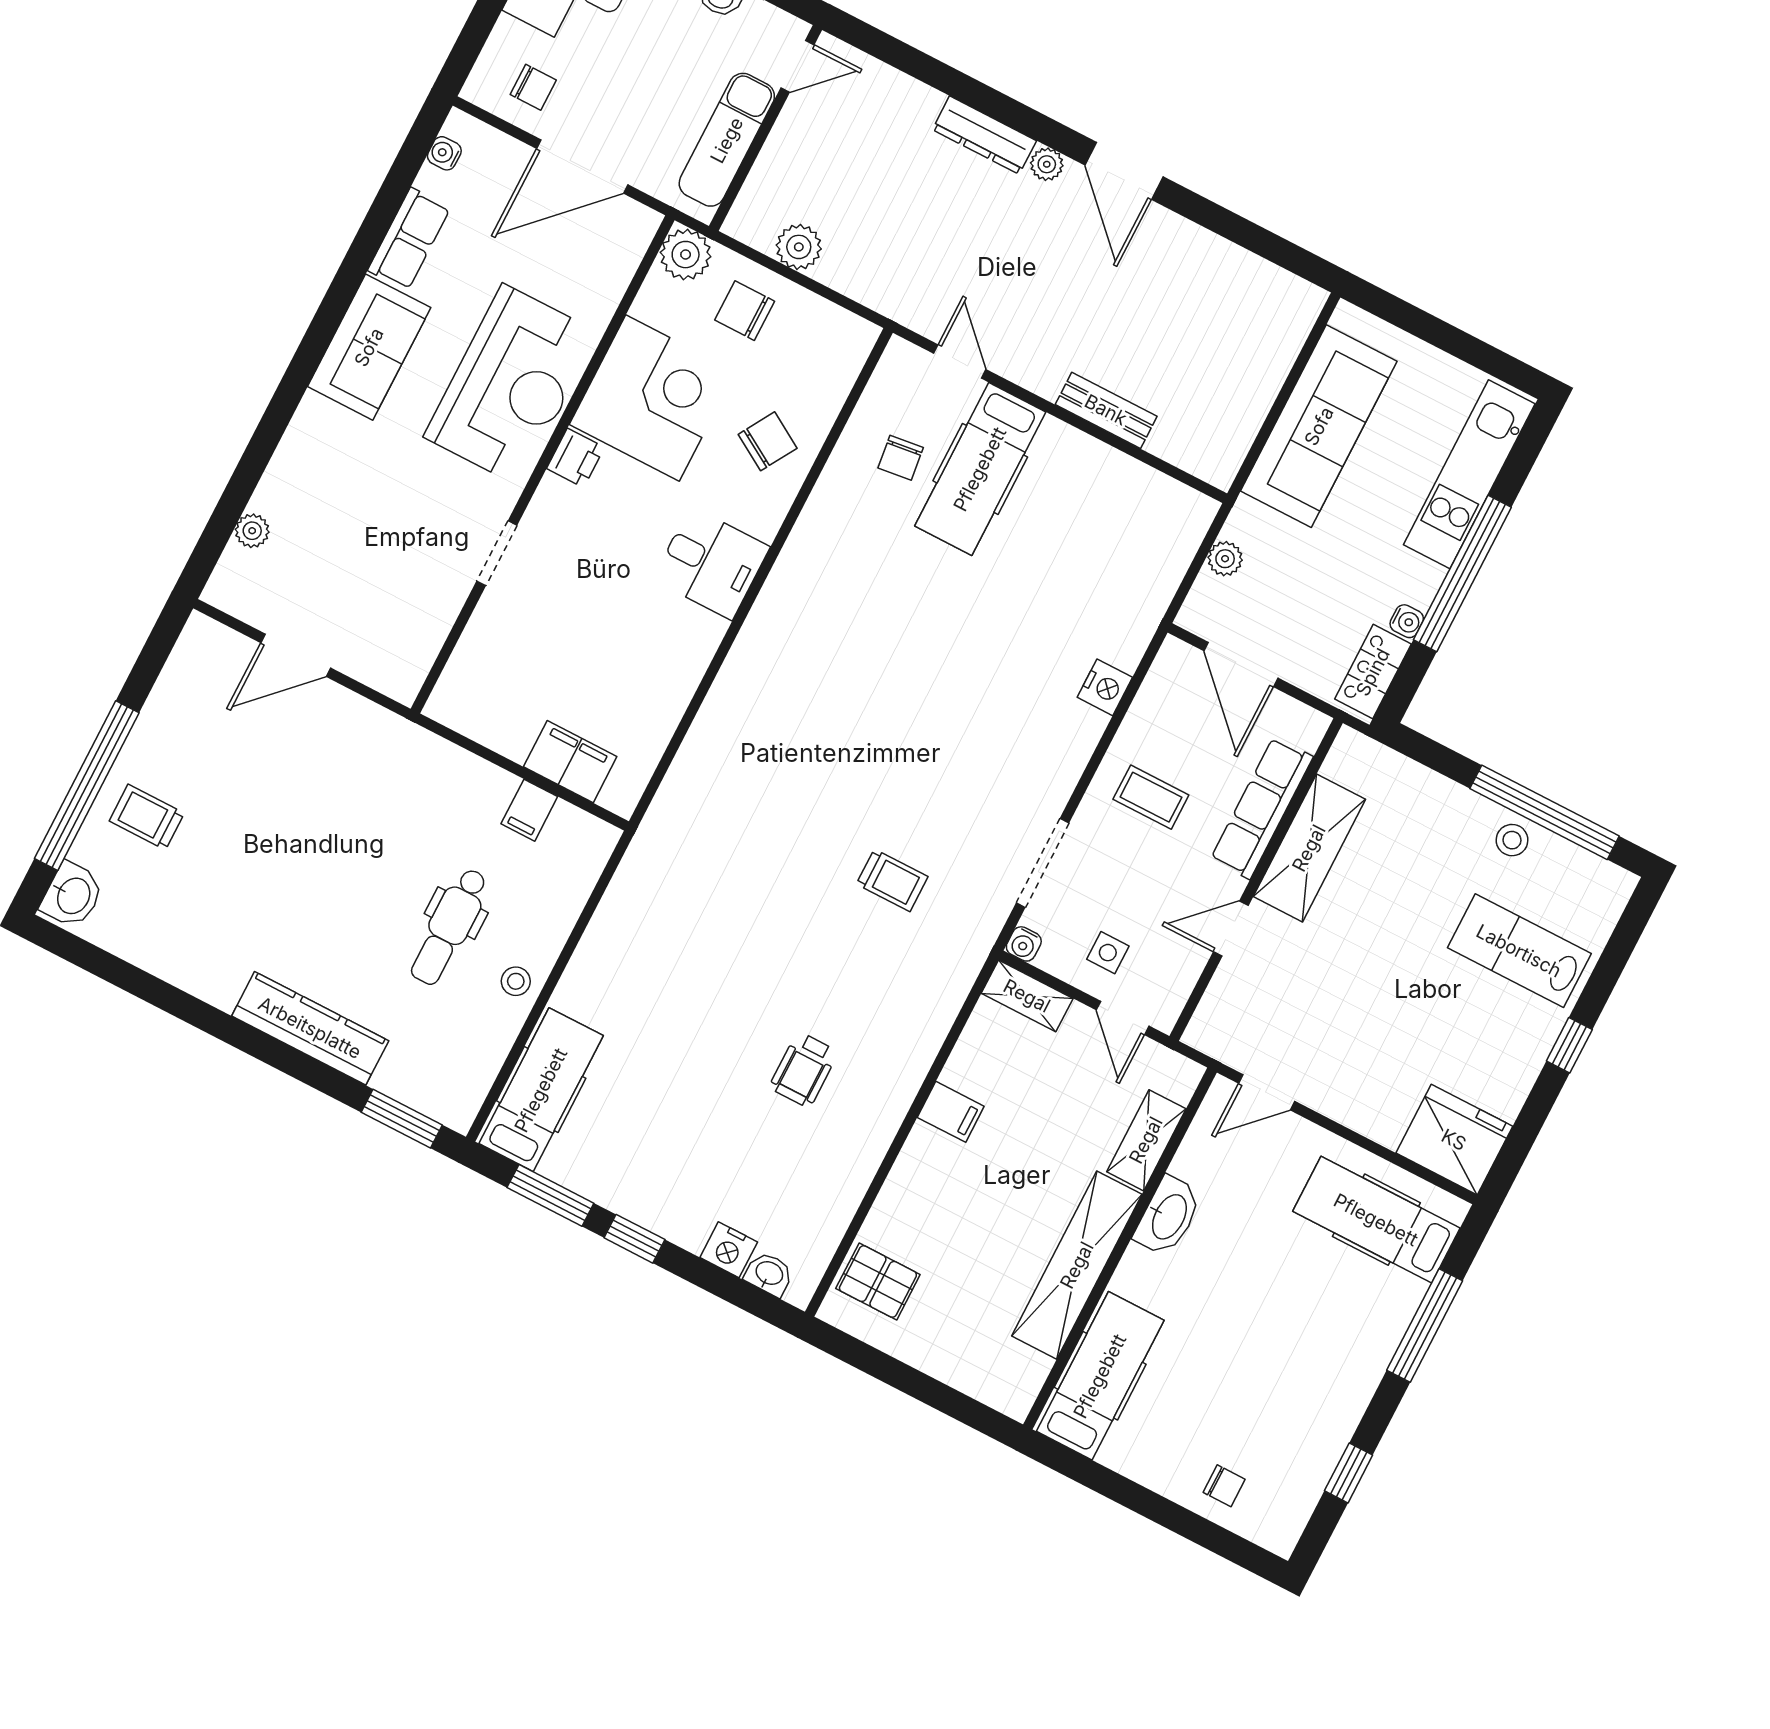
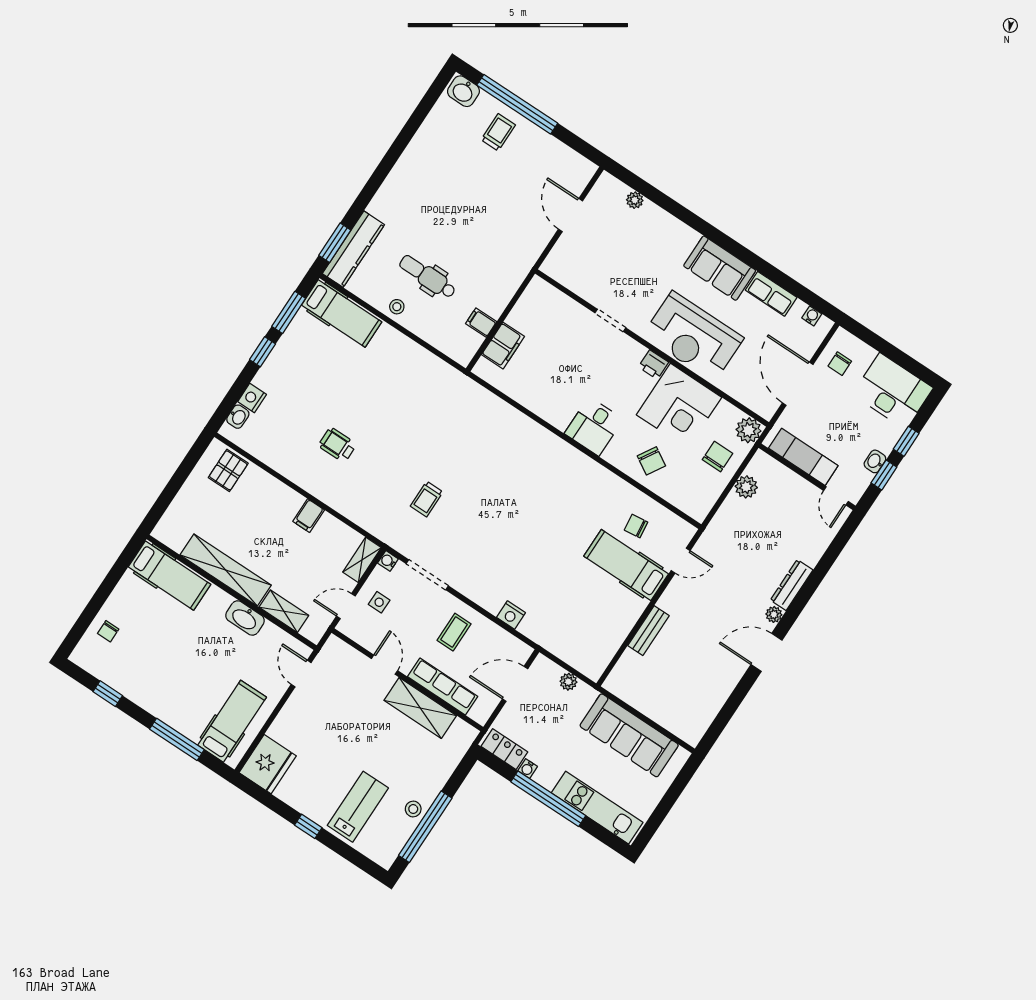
kitchen counter: (310, 1028) -> (353, 249), moved

